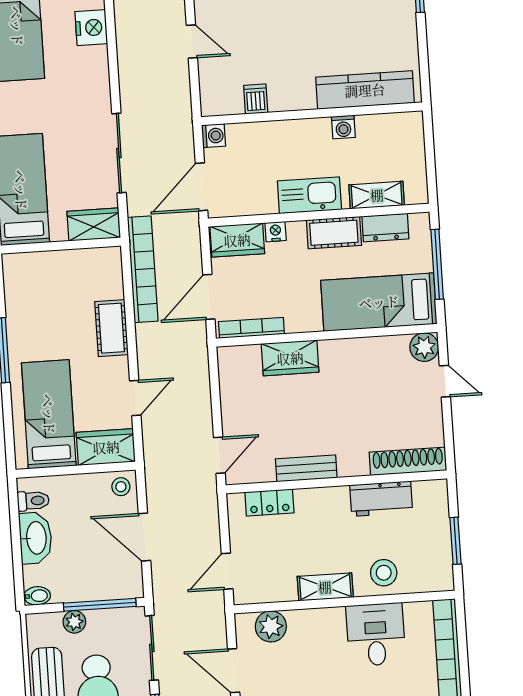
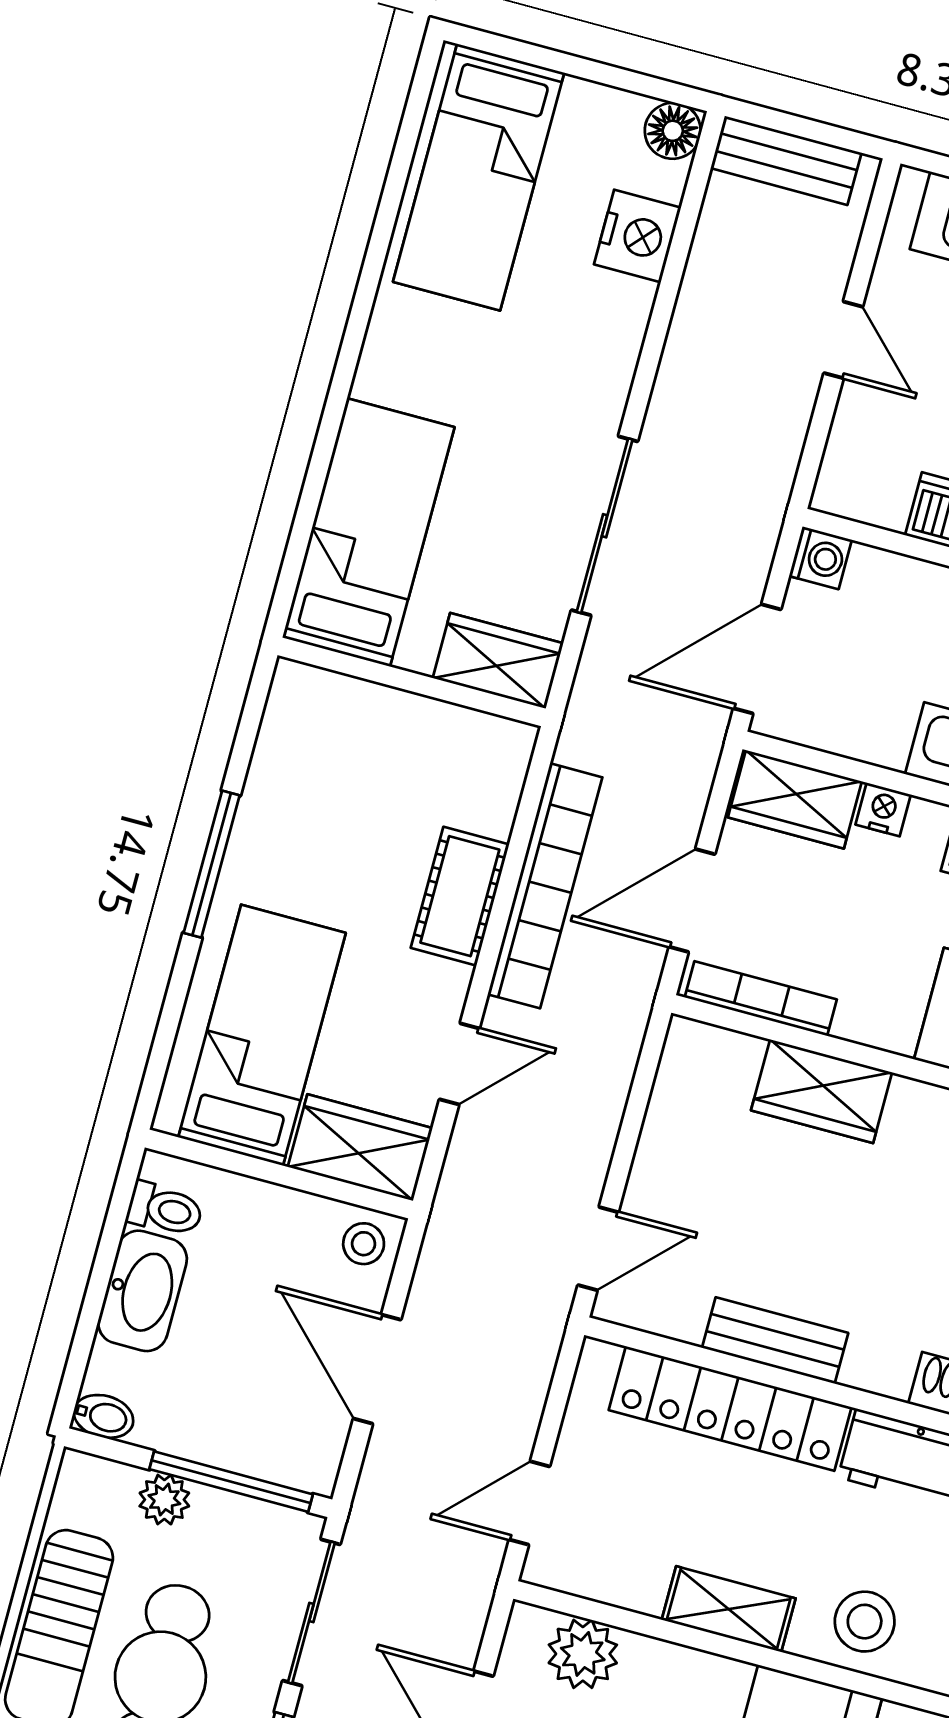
bookcase: (143, 269) -> (545, 886), moved
locker: (269, 502) -> (730, 1409), width x2.16, depth x1.21

